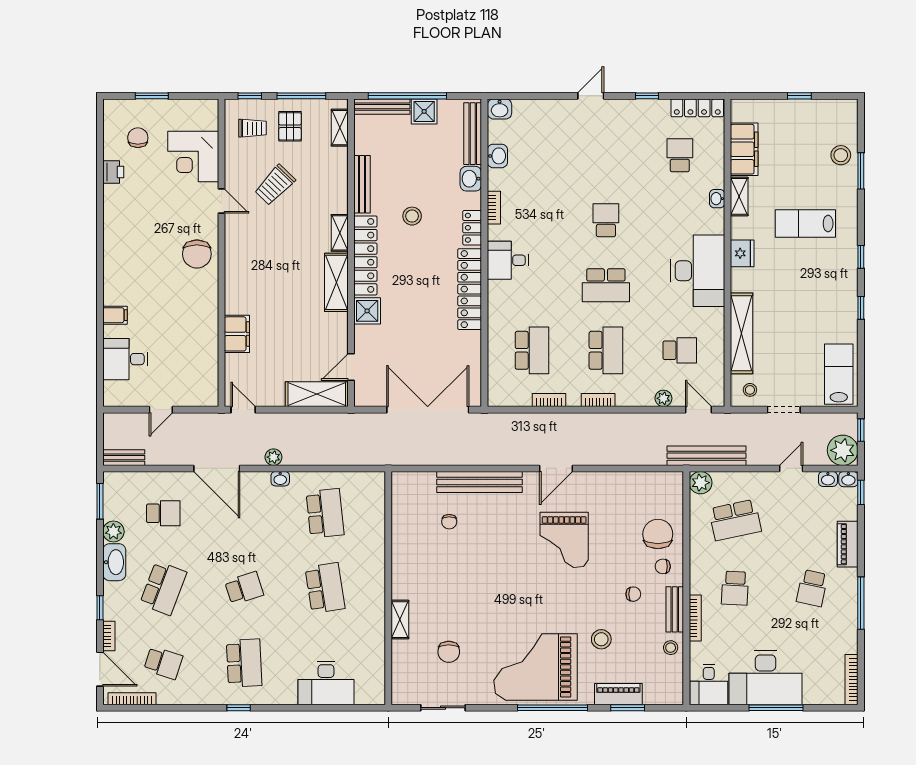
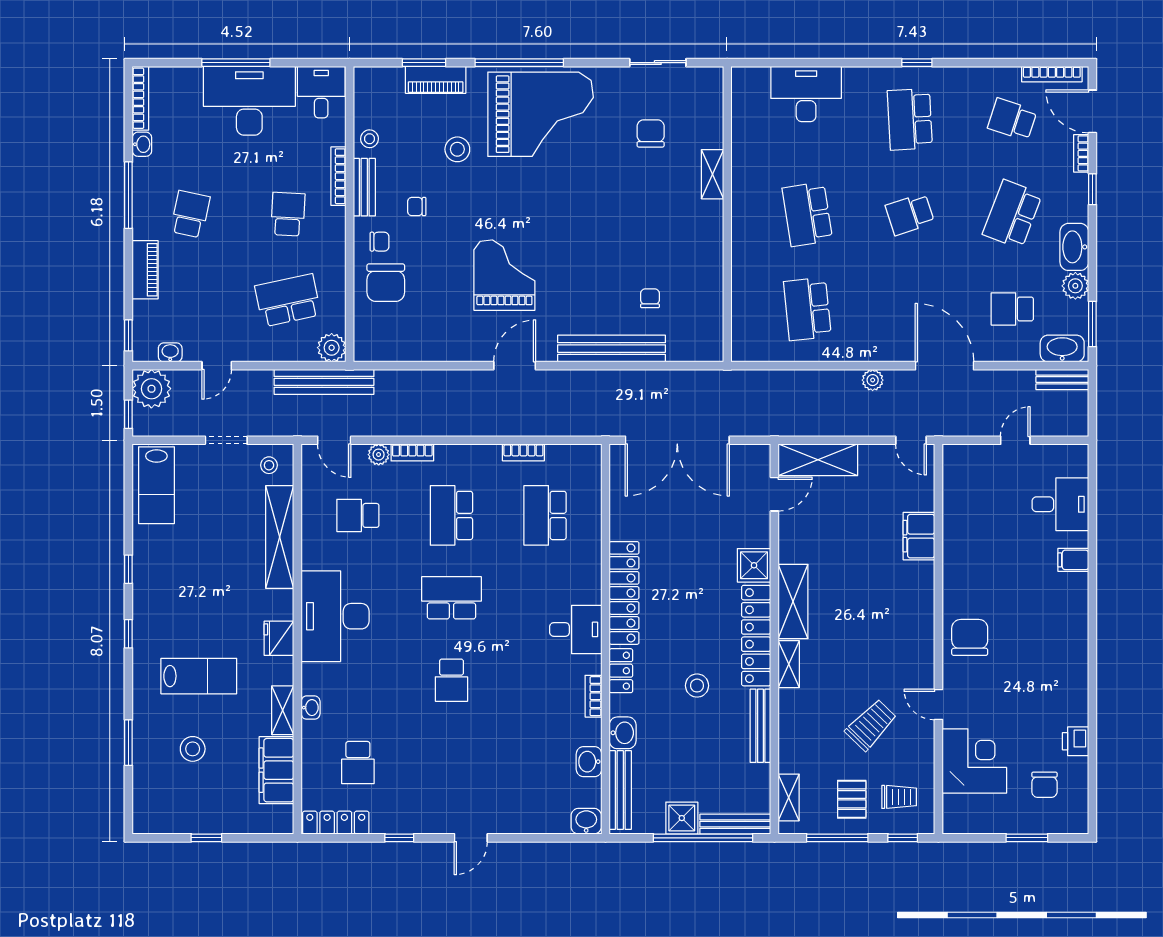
trolley: (253, 128) -> (899, 797), turned 180
stool: (841, 155) -> (193, 749), moved
bookcase: (598, 400) -> (412, 452), moved
washbasin: (280, 479) -> (1062, 349), moved, width x1.91, depth x1.45
washbasin: (848, 479) -> (142, 144), moved, turned 90

